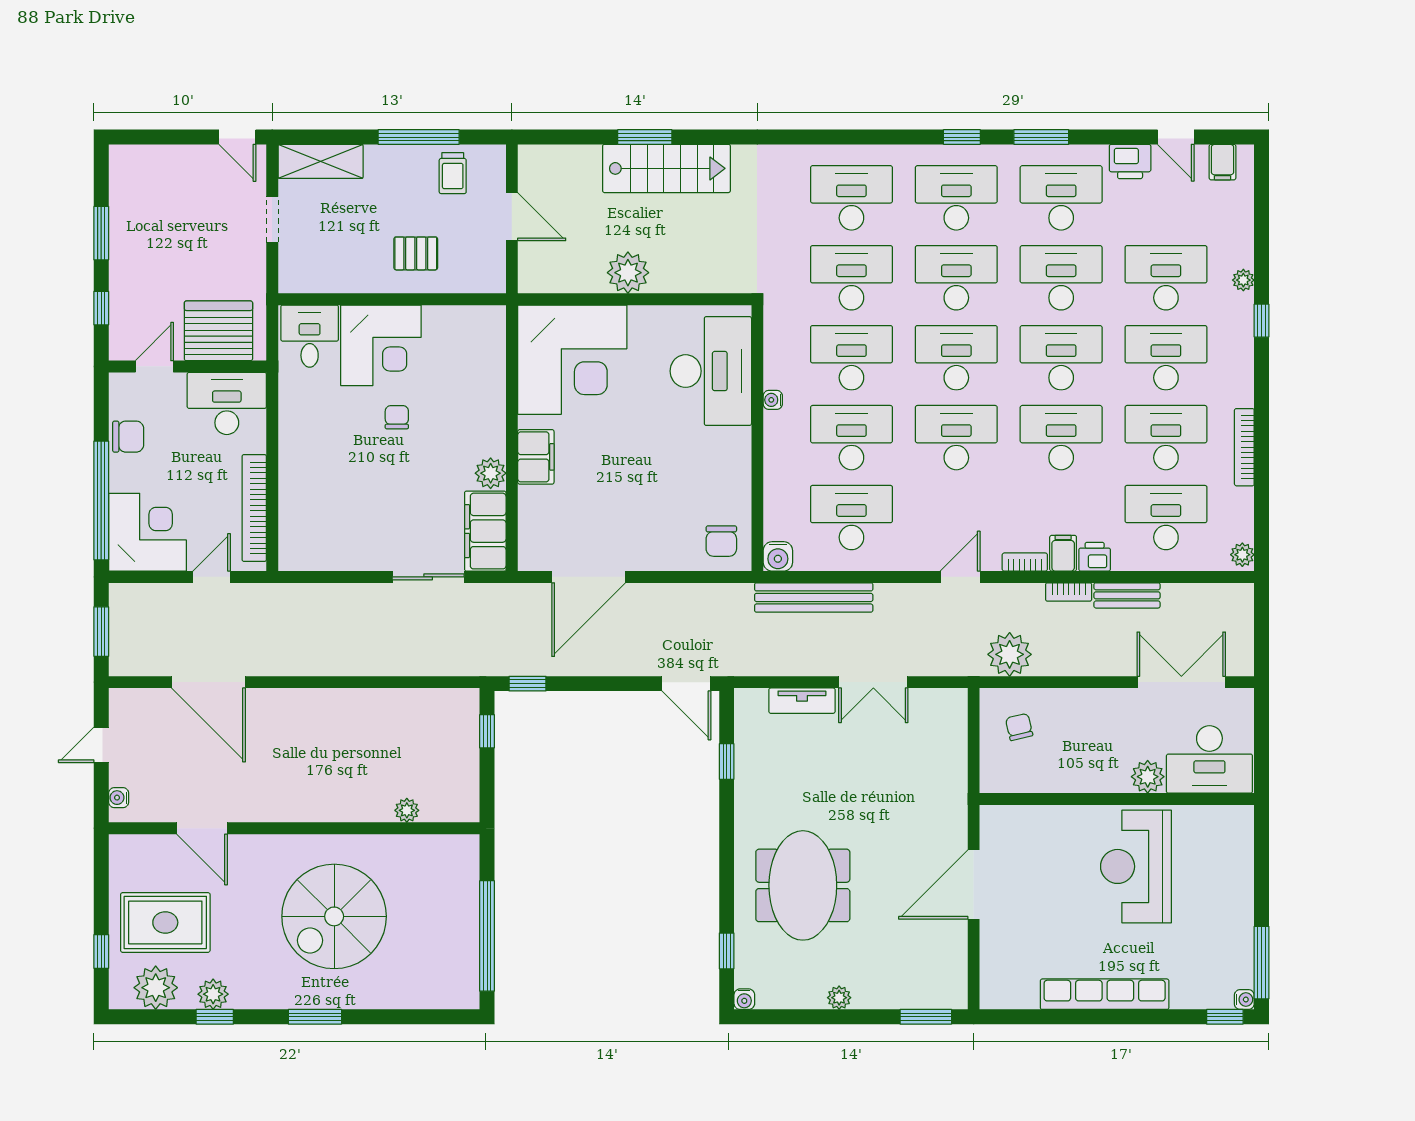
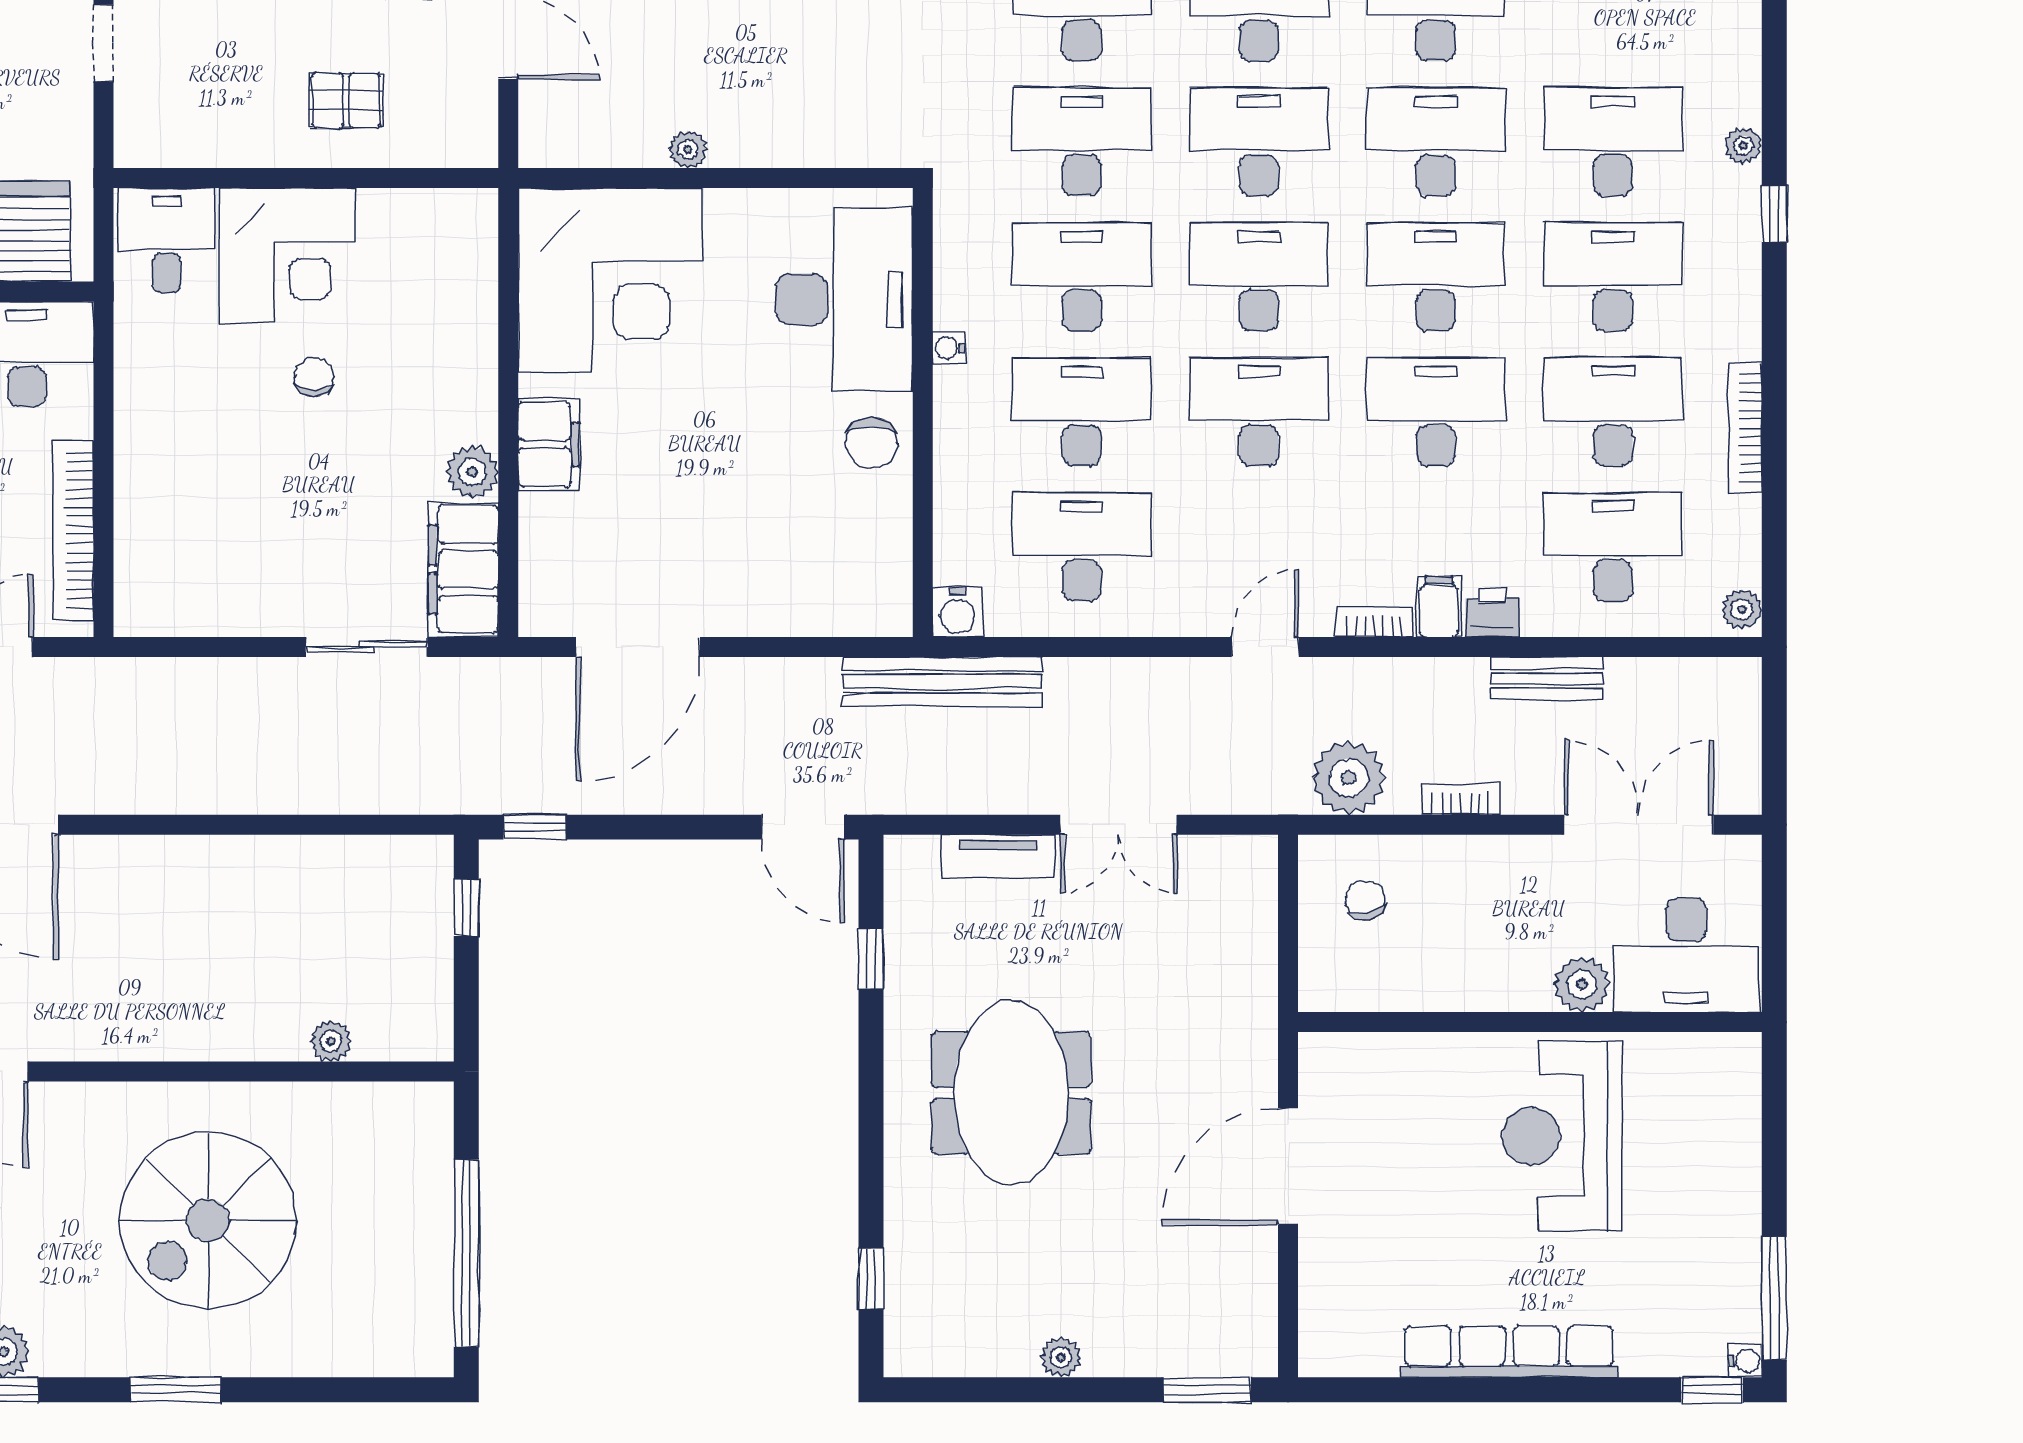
plant: (628, 273) -> (688, 149), width x0.53, depth x0.53
chair: (721, 541) -> (871, 443), moved
bookcase: (1069, 592) -> (1461, 799), moved, turned 180
bench: (814, 597) -> (942, 682), moved
meeting table: (803, 885) -> (1011, 1093), moved
water cooler: (744, 999) -> (901, 1360), removed

